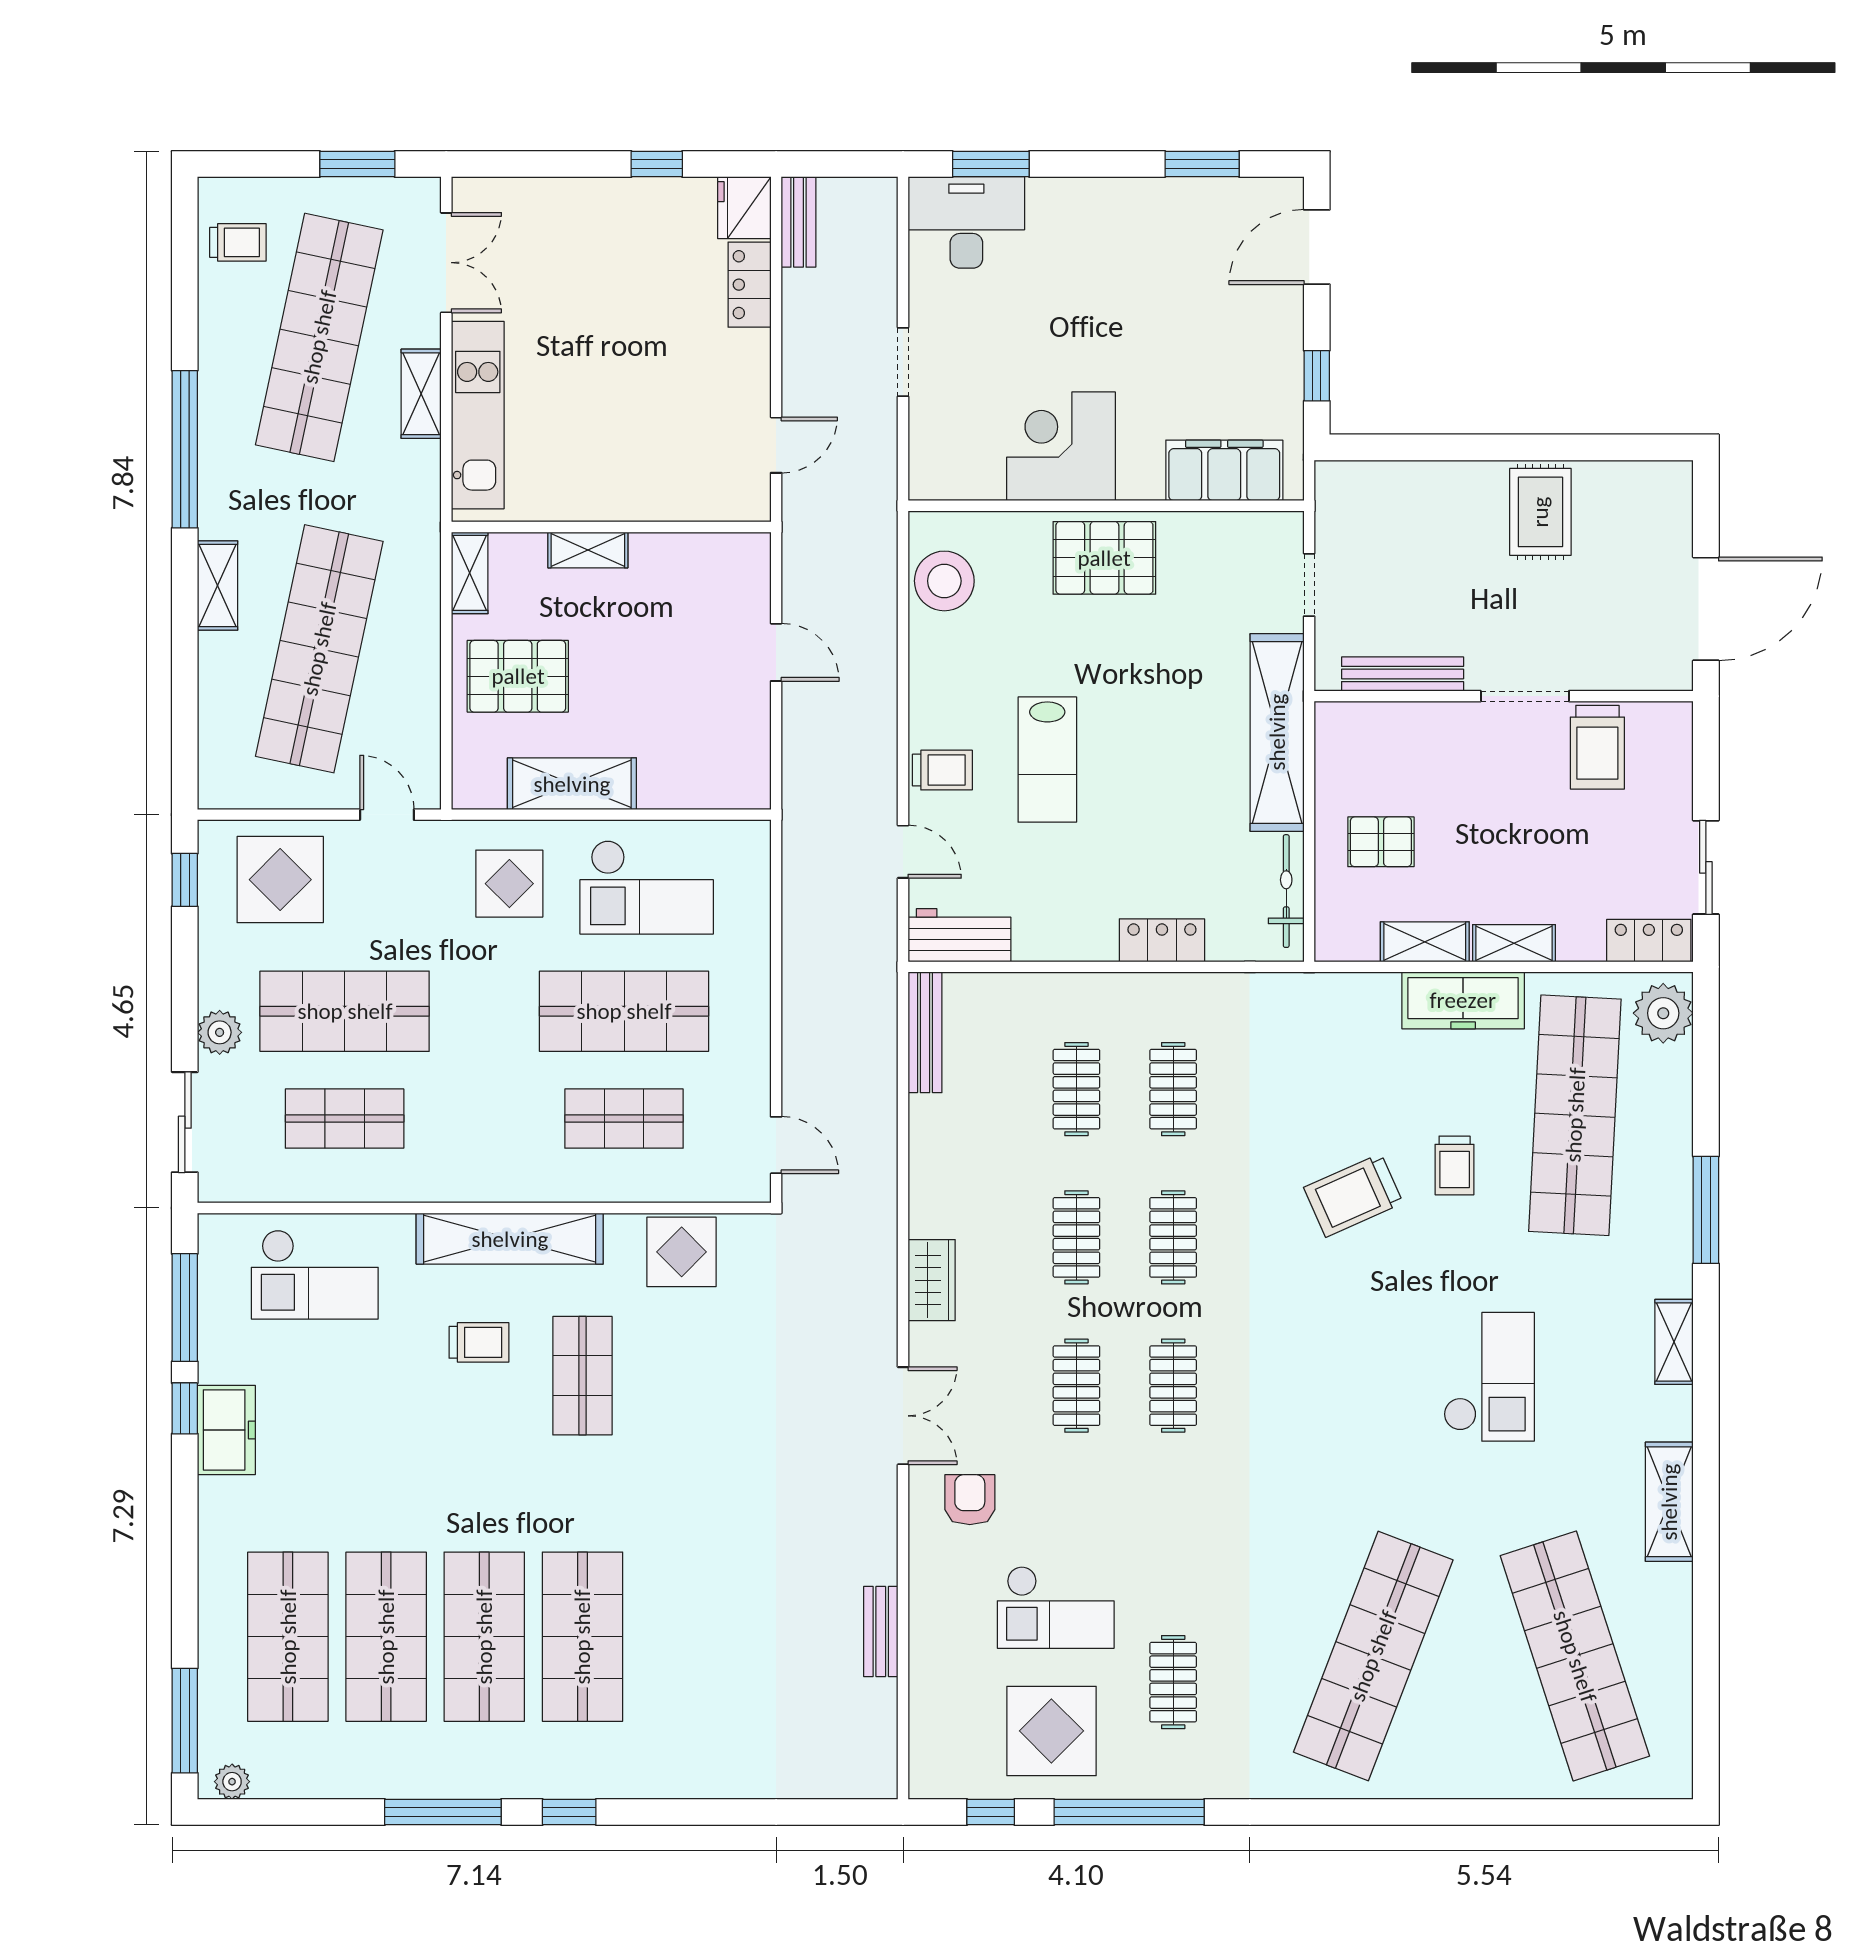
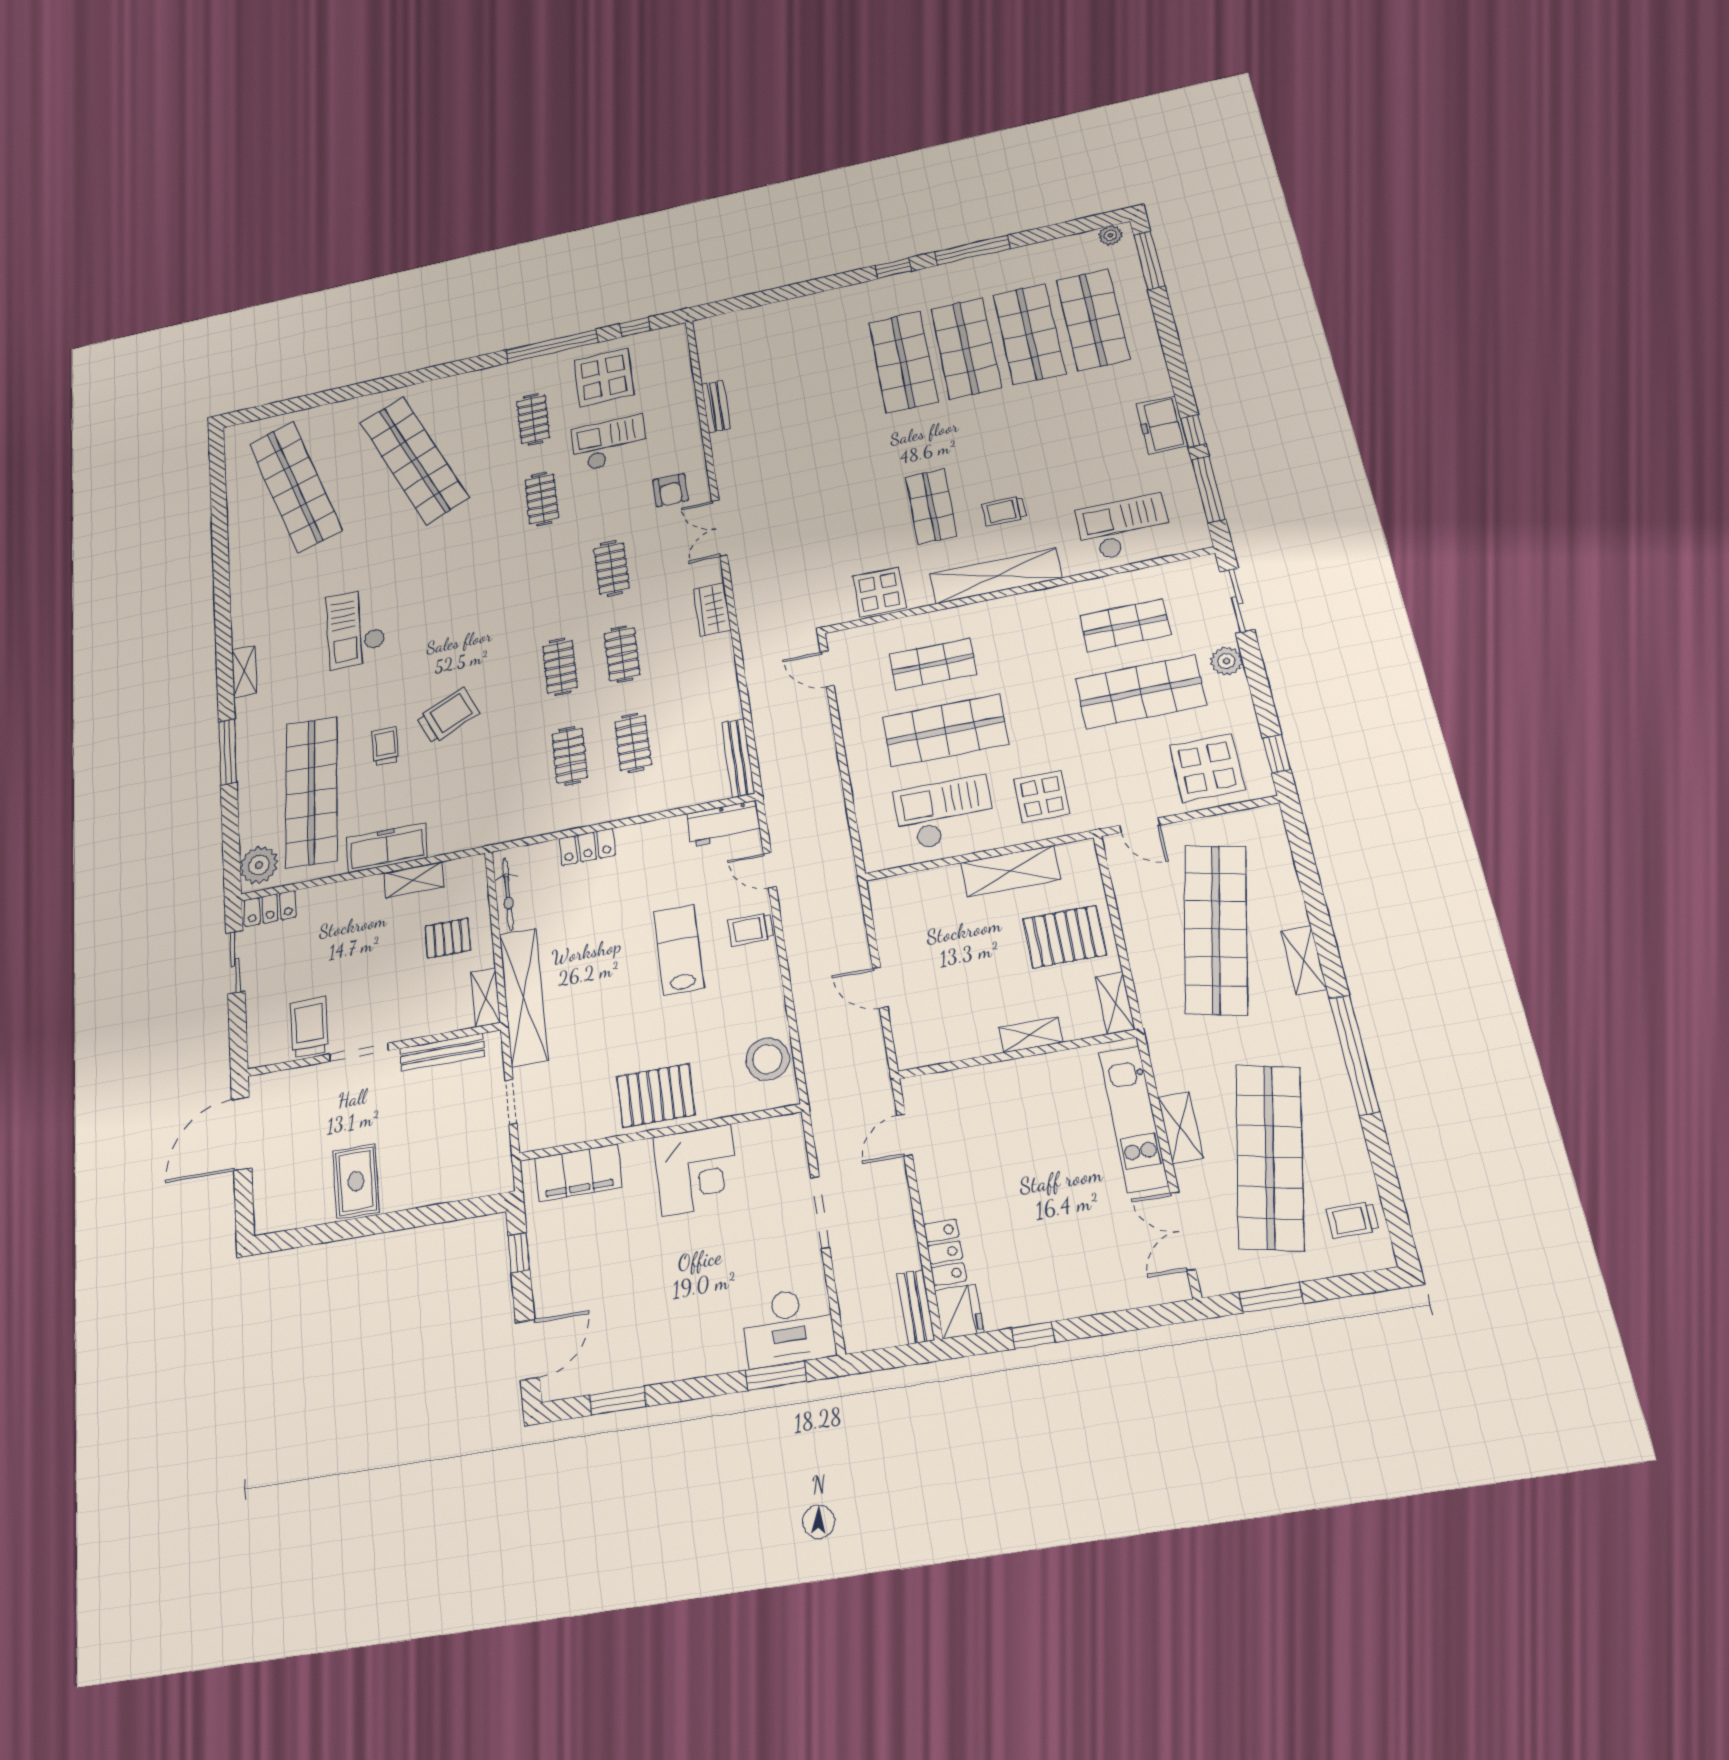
doorway: (903, 362) -> (820, 1213), width x1.38
shelving: (1514, 943) -> (485, 997), moved, turned 90
clothes rail: (1173, 1386) -> (542, 499), moved
shelving: (1669, 1502) -> (243, 582), removed
shop shelf: (1373, 1656) -> (414, 460), turned -45

